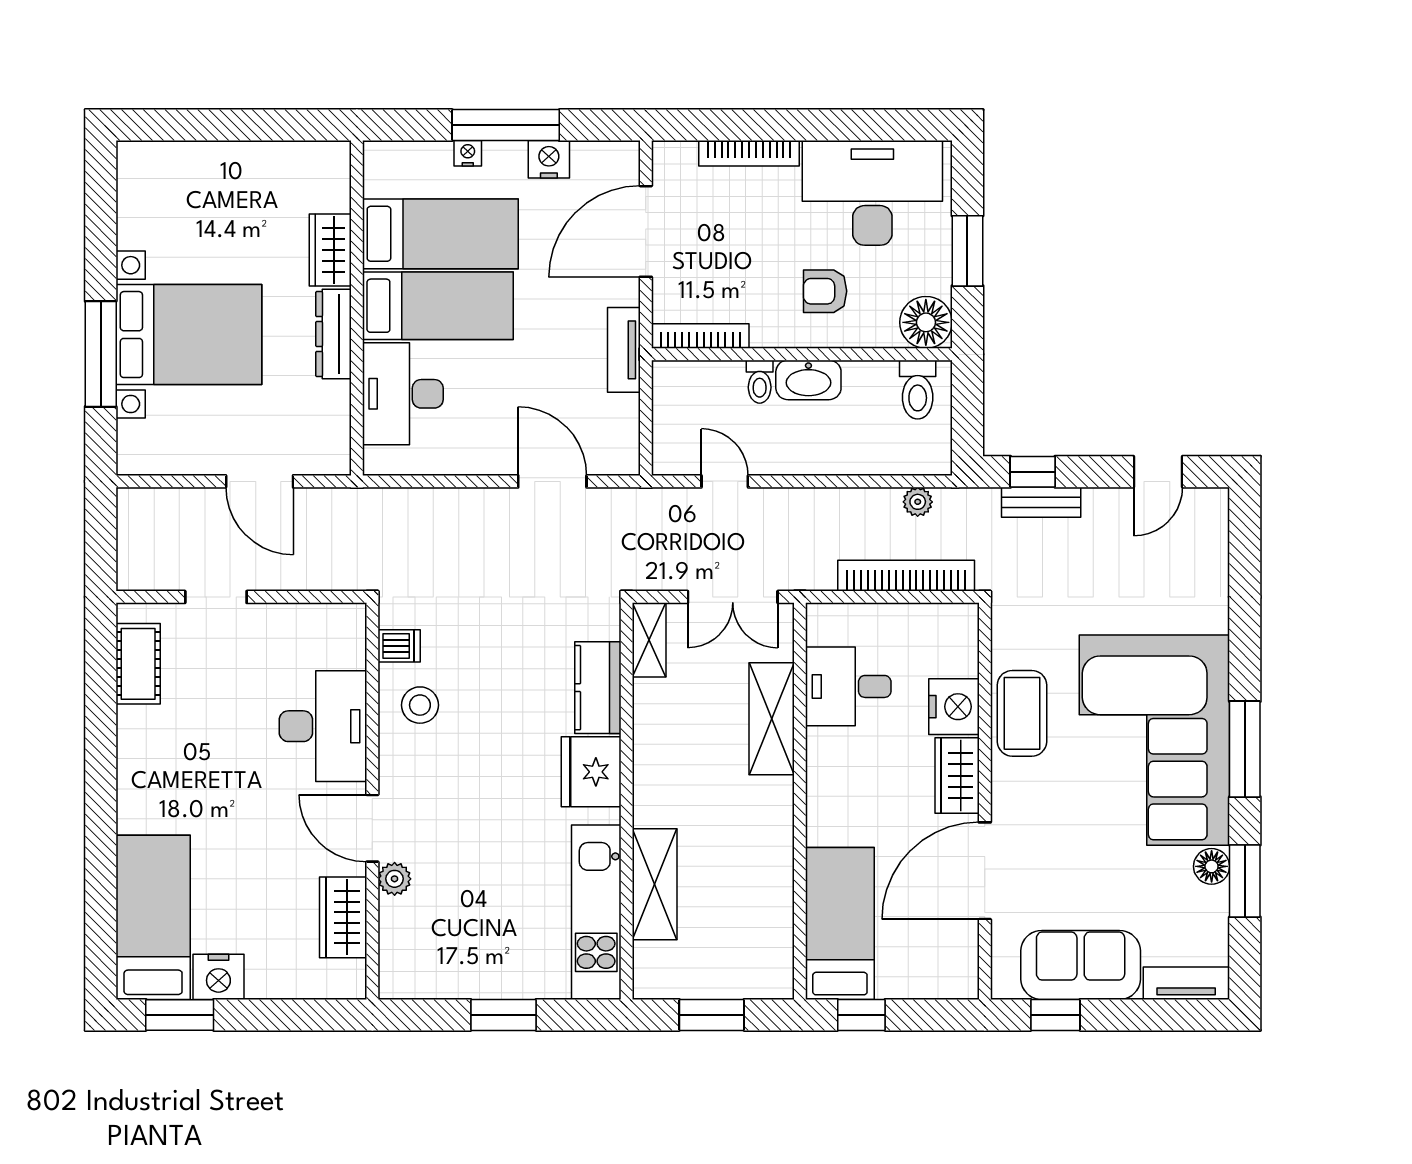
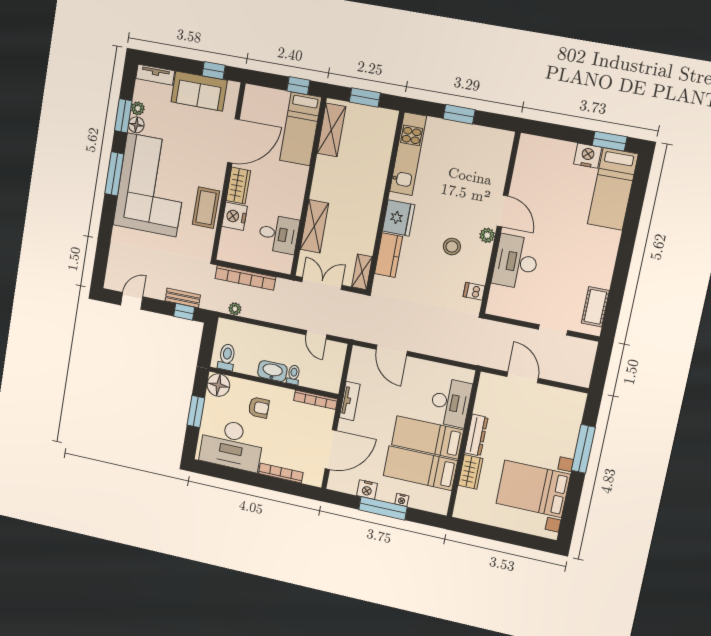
bed with nightstands: (189, 335) -> (533, 489), moved
stool: (420, 705) -> (452, 247), moved
plant: (395, 879) -> (487, 235), moved
shelving: (655, 884) -> (331, 130), moved
plant: (1214, 903) -> (138, 108), added
wardrobe: (343, 917) -> (524, 173), removed

